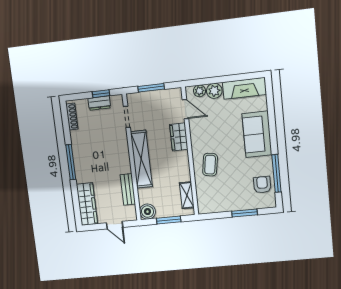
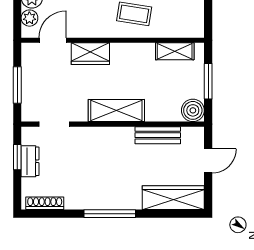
shelving: (141, 159) -> (116, 111), width x0.68

